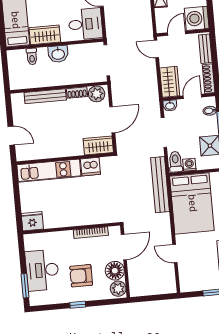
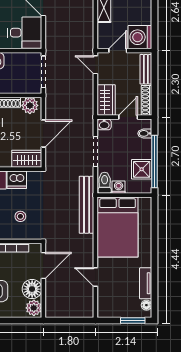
stool: (97, 202) -> (20, 216), added

